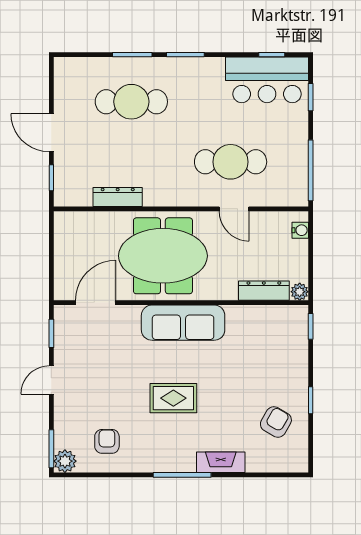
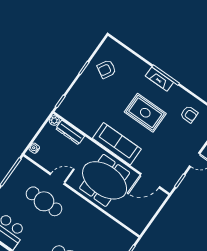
dresser: (118, 197) -> (106, 221), removed
door: (234, 209) -> (57, 179), hinge flipped
rug: (173, 398) -> (145, 113), width x1.36, depth x1.43
armchair: (107, 441) -> (189, 114), turned -90
fireplace: (221, 462) -> (159, 79), moved

